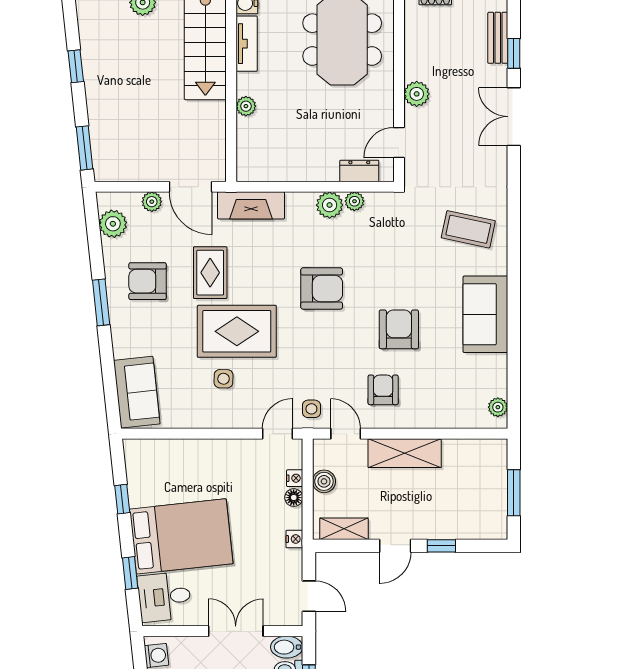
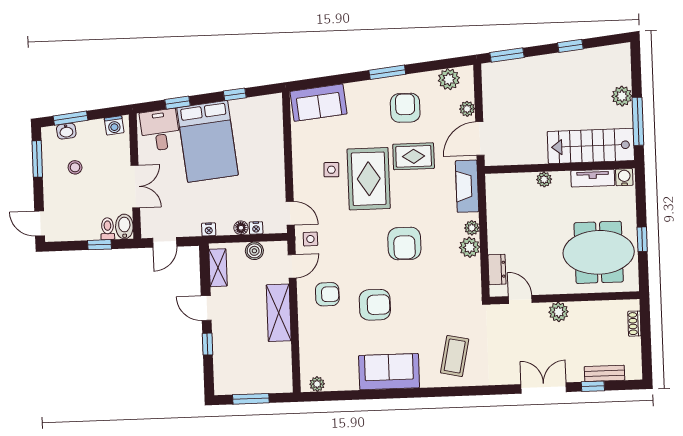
plant: (354, 201) -> (472, 228), moved

